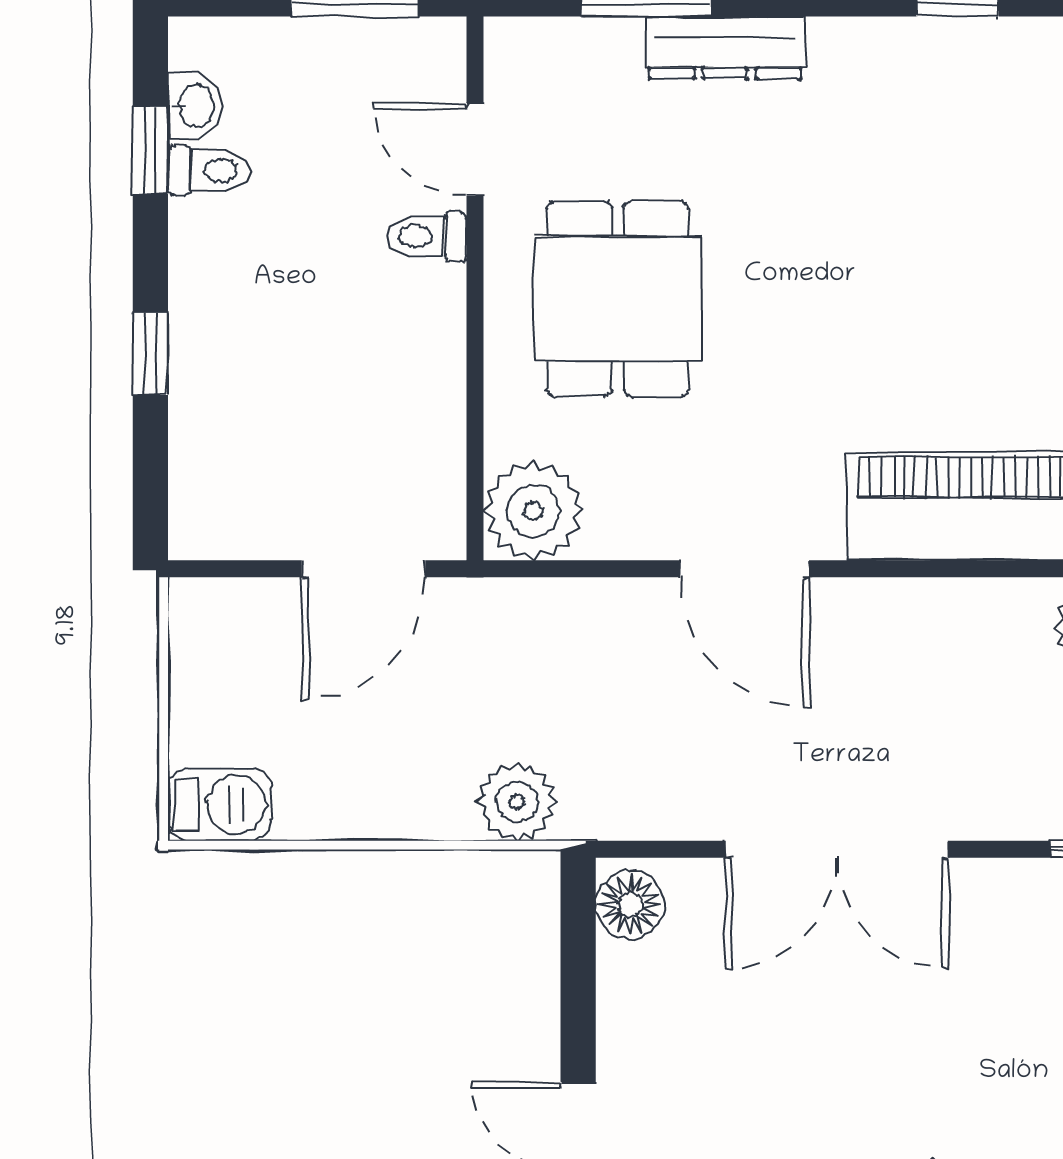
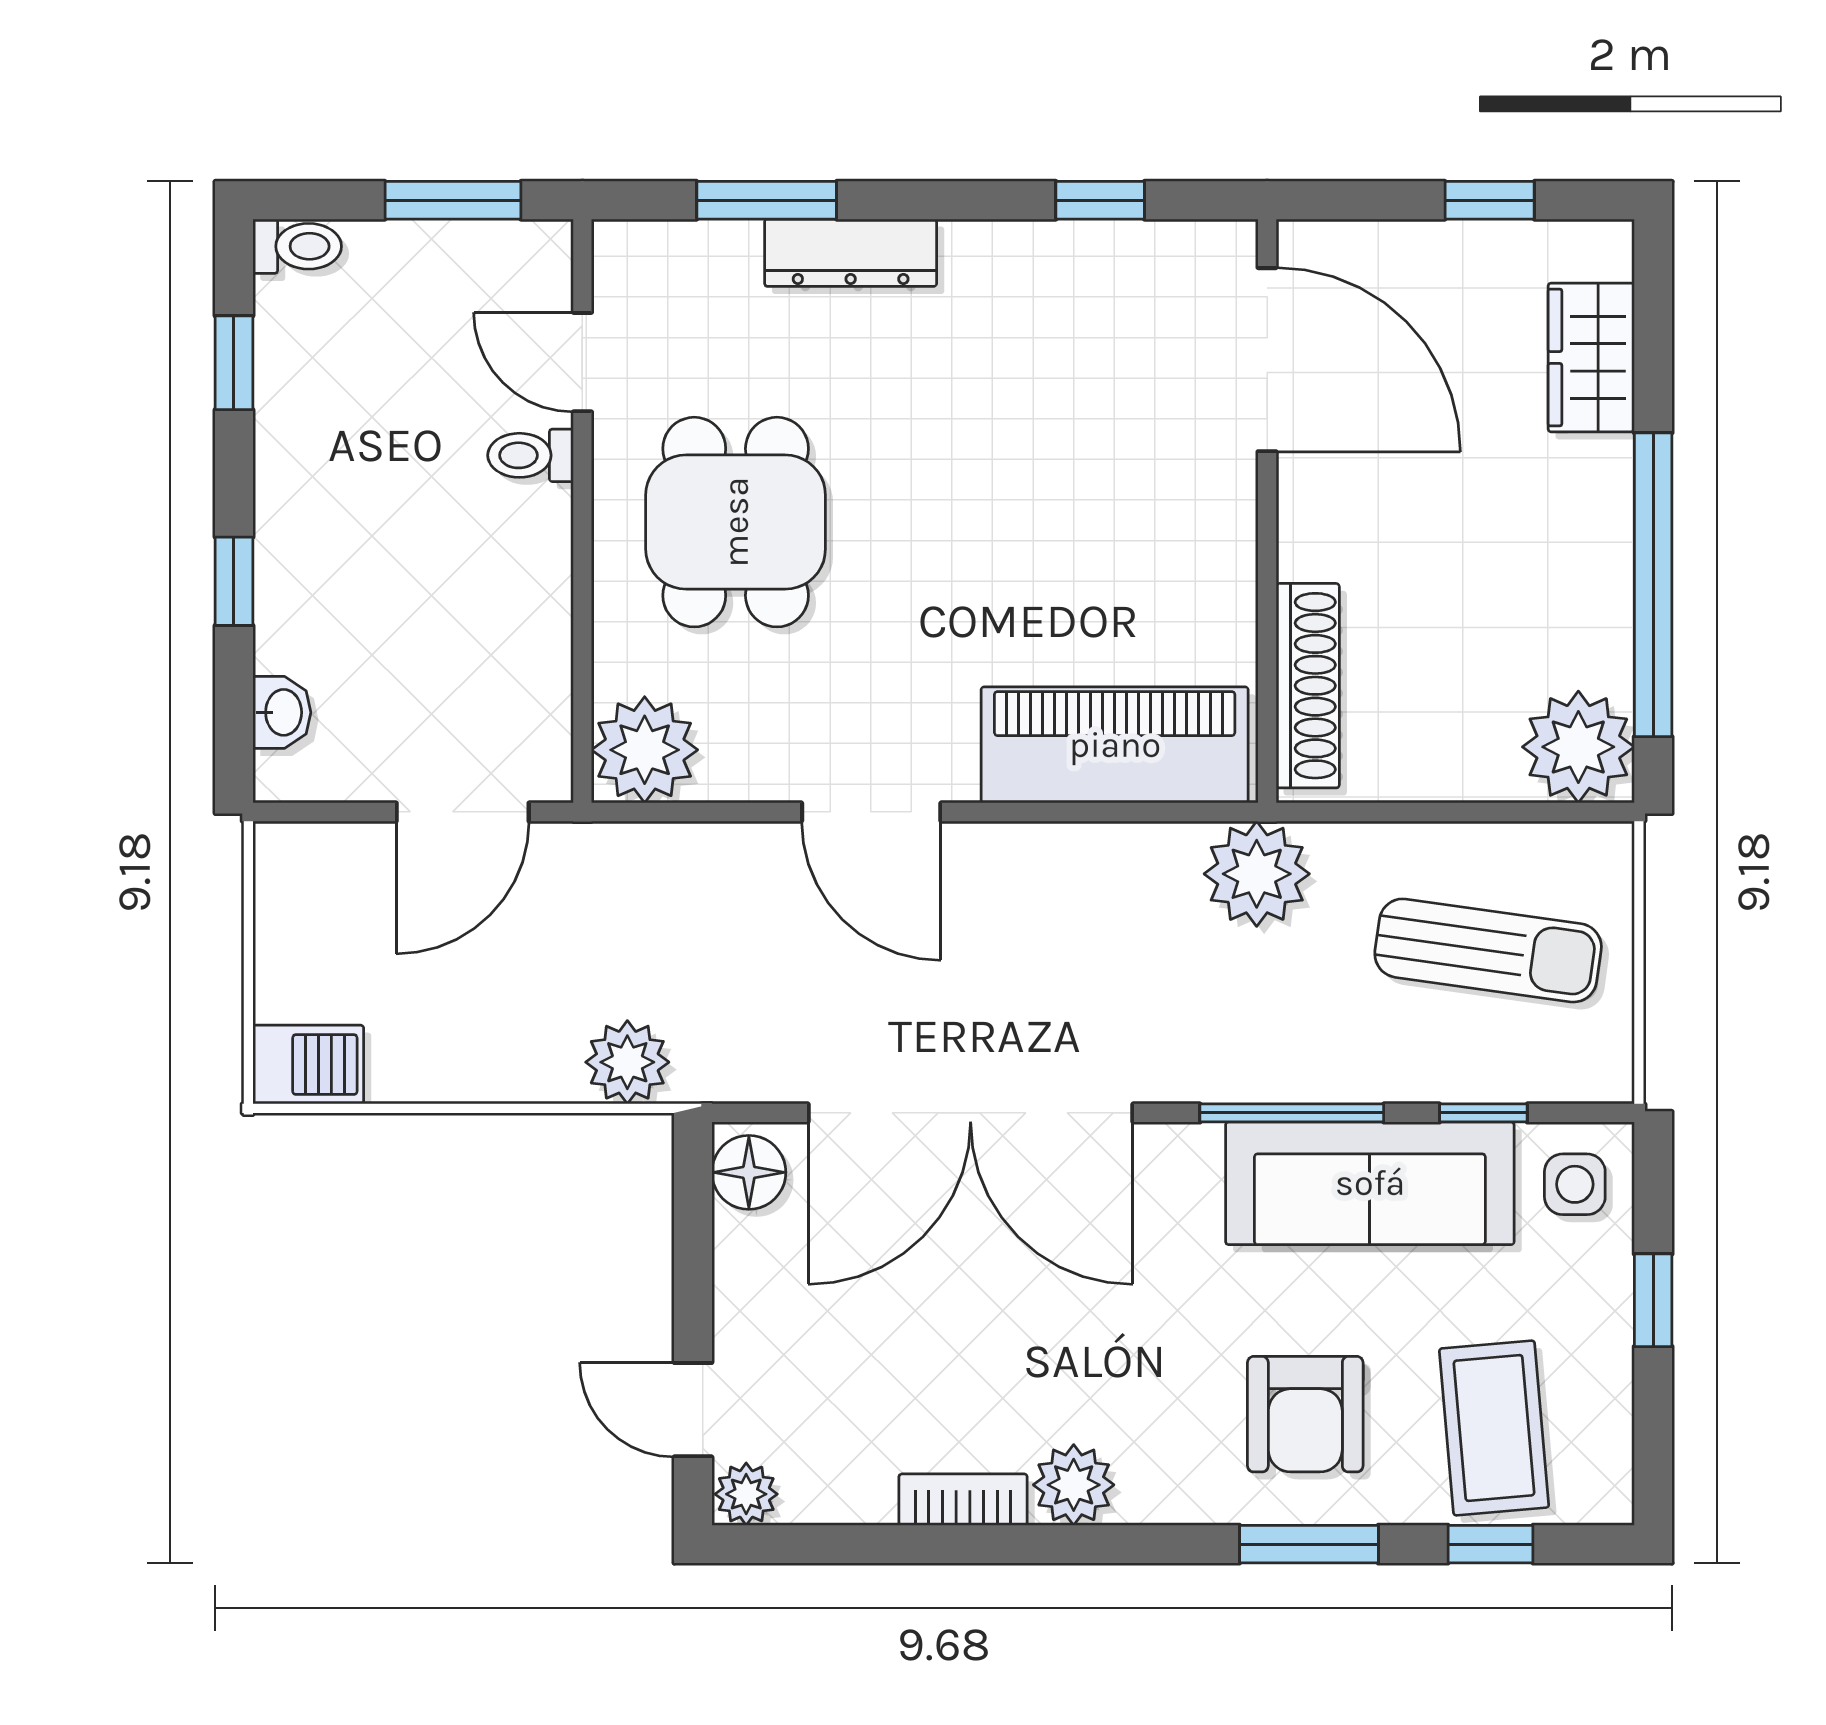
washbasin: (195, 106) -> (282, 712), moved
toilet: (209, 170) -> (297, 246), moved
double door: (837, 849) -> (971, 1113), width x1.36

